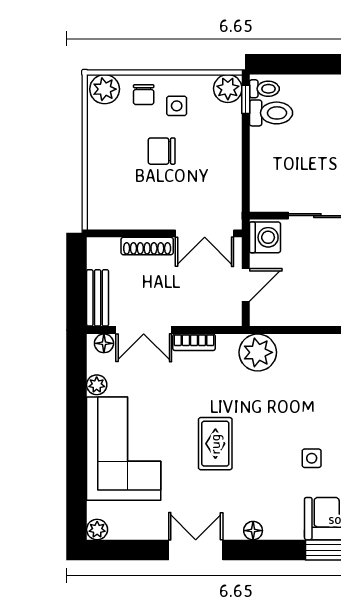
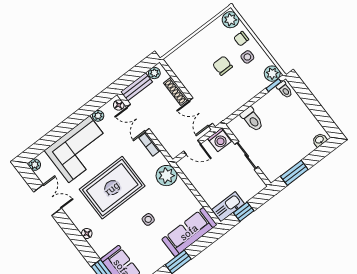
toilet: (271, 113) -> (252, 119), moved
plant: (97, 257) -> (154, 73), added
rug: (215, 444) -> (112, 188), width x1.86, depth x2.06
side table: (312, 458) -> (148, 219), moved
double door: (196, 550) -> (48, 200), moved

